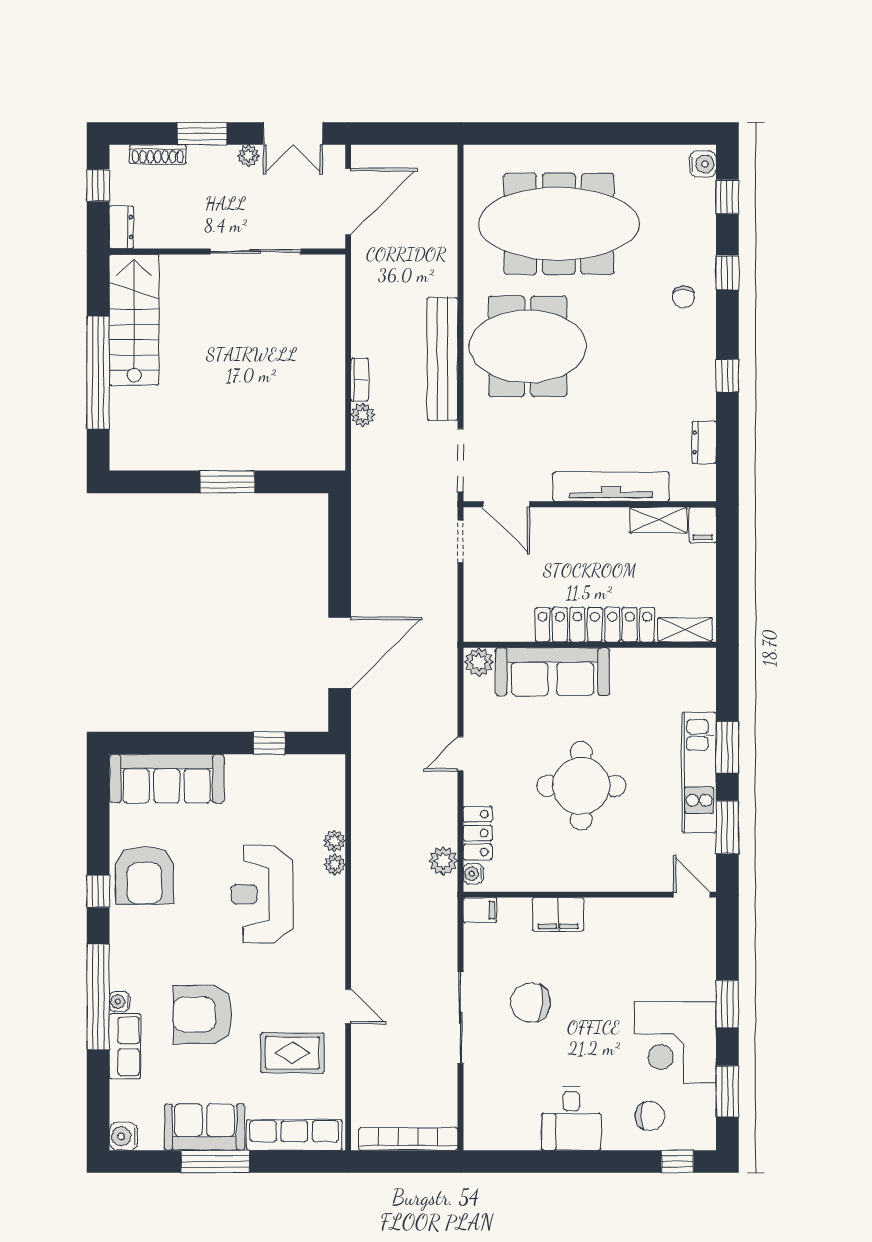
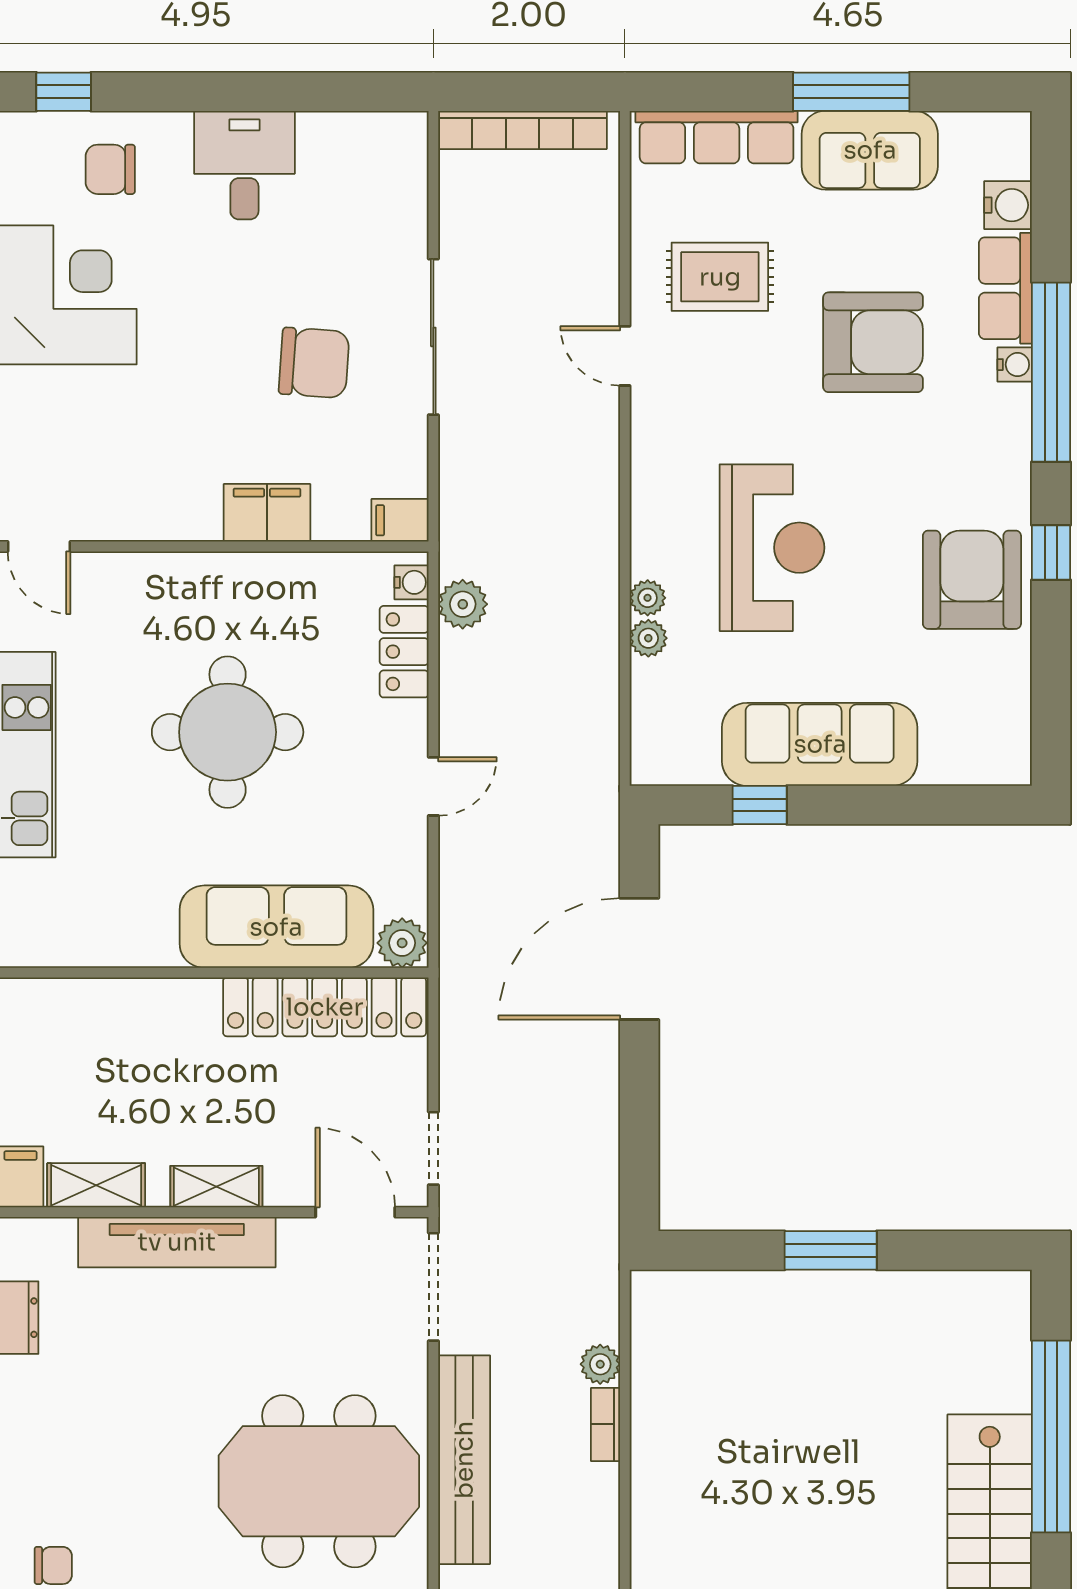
chair: (683, 297) -> (53, 1565), turned 90
locker: (595, 625) -> (325, 1007), moved
shelving: (685, 630) -> (216, 1187), moved
sofa: (167, 779) -> (820, 744), moved
water cooler: (123, 1136) -> (1008, 205), moved

